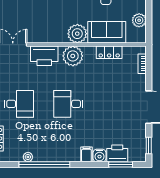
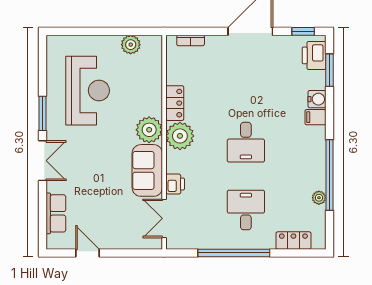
sofa: (107, 32) -> (147, 170), moved
locker: (109, 52) -> (175, 103), moved
printer: (44, 56) -> (175, 184), width x0.53, depth x0.68
printer: (117, 153) -> (314, 55), moved

